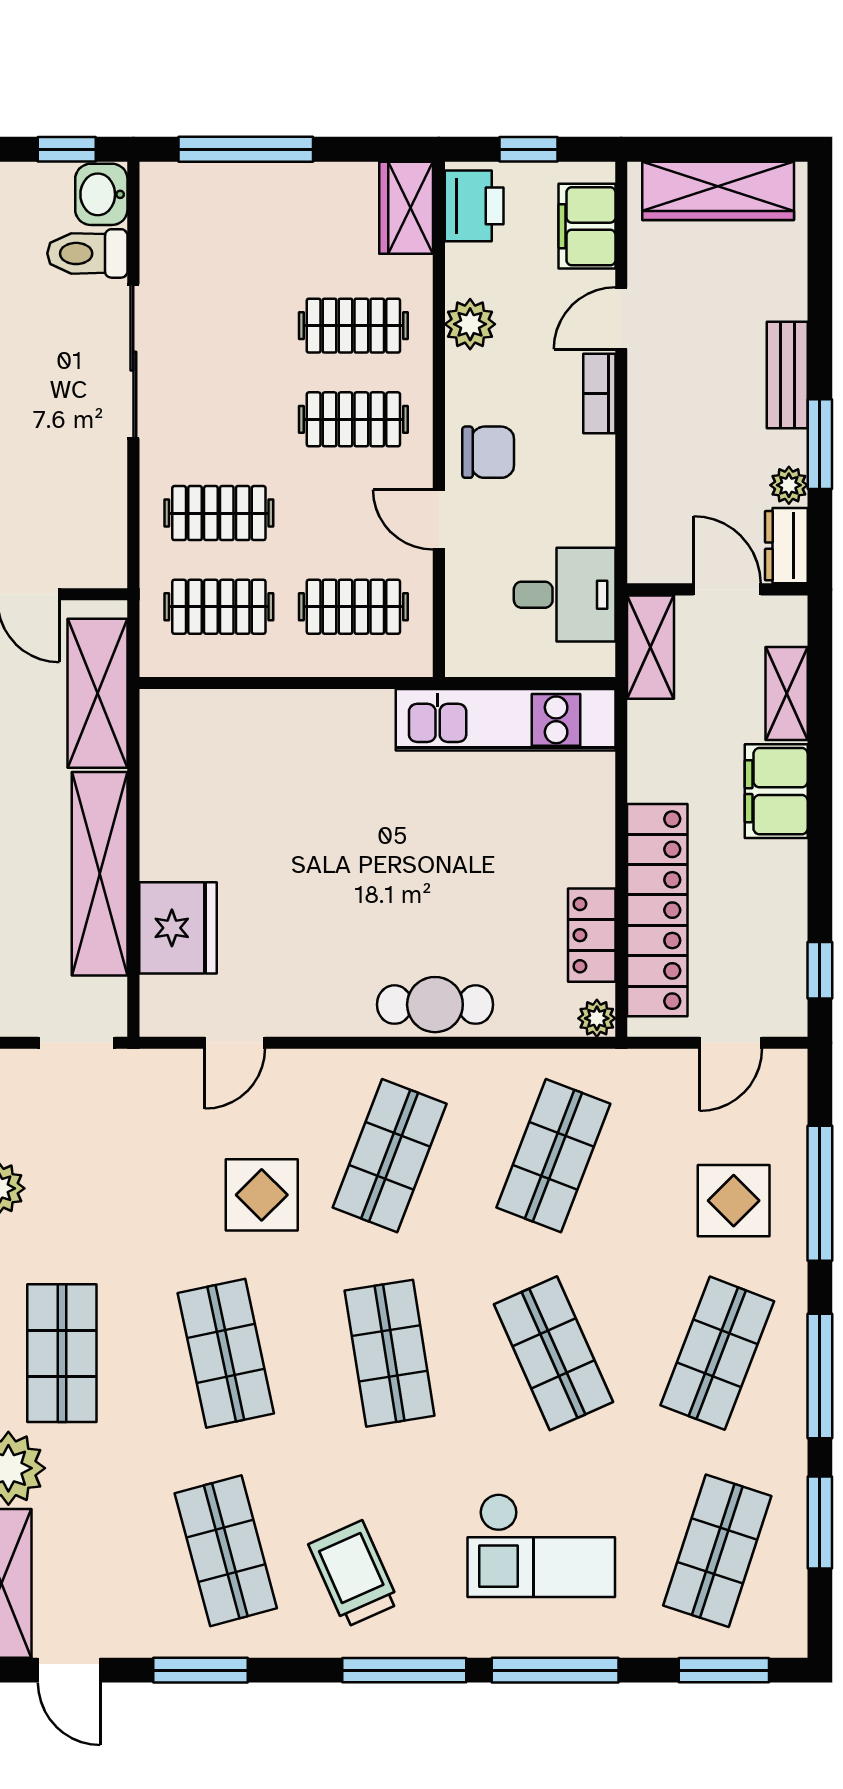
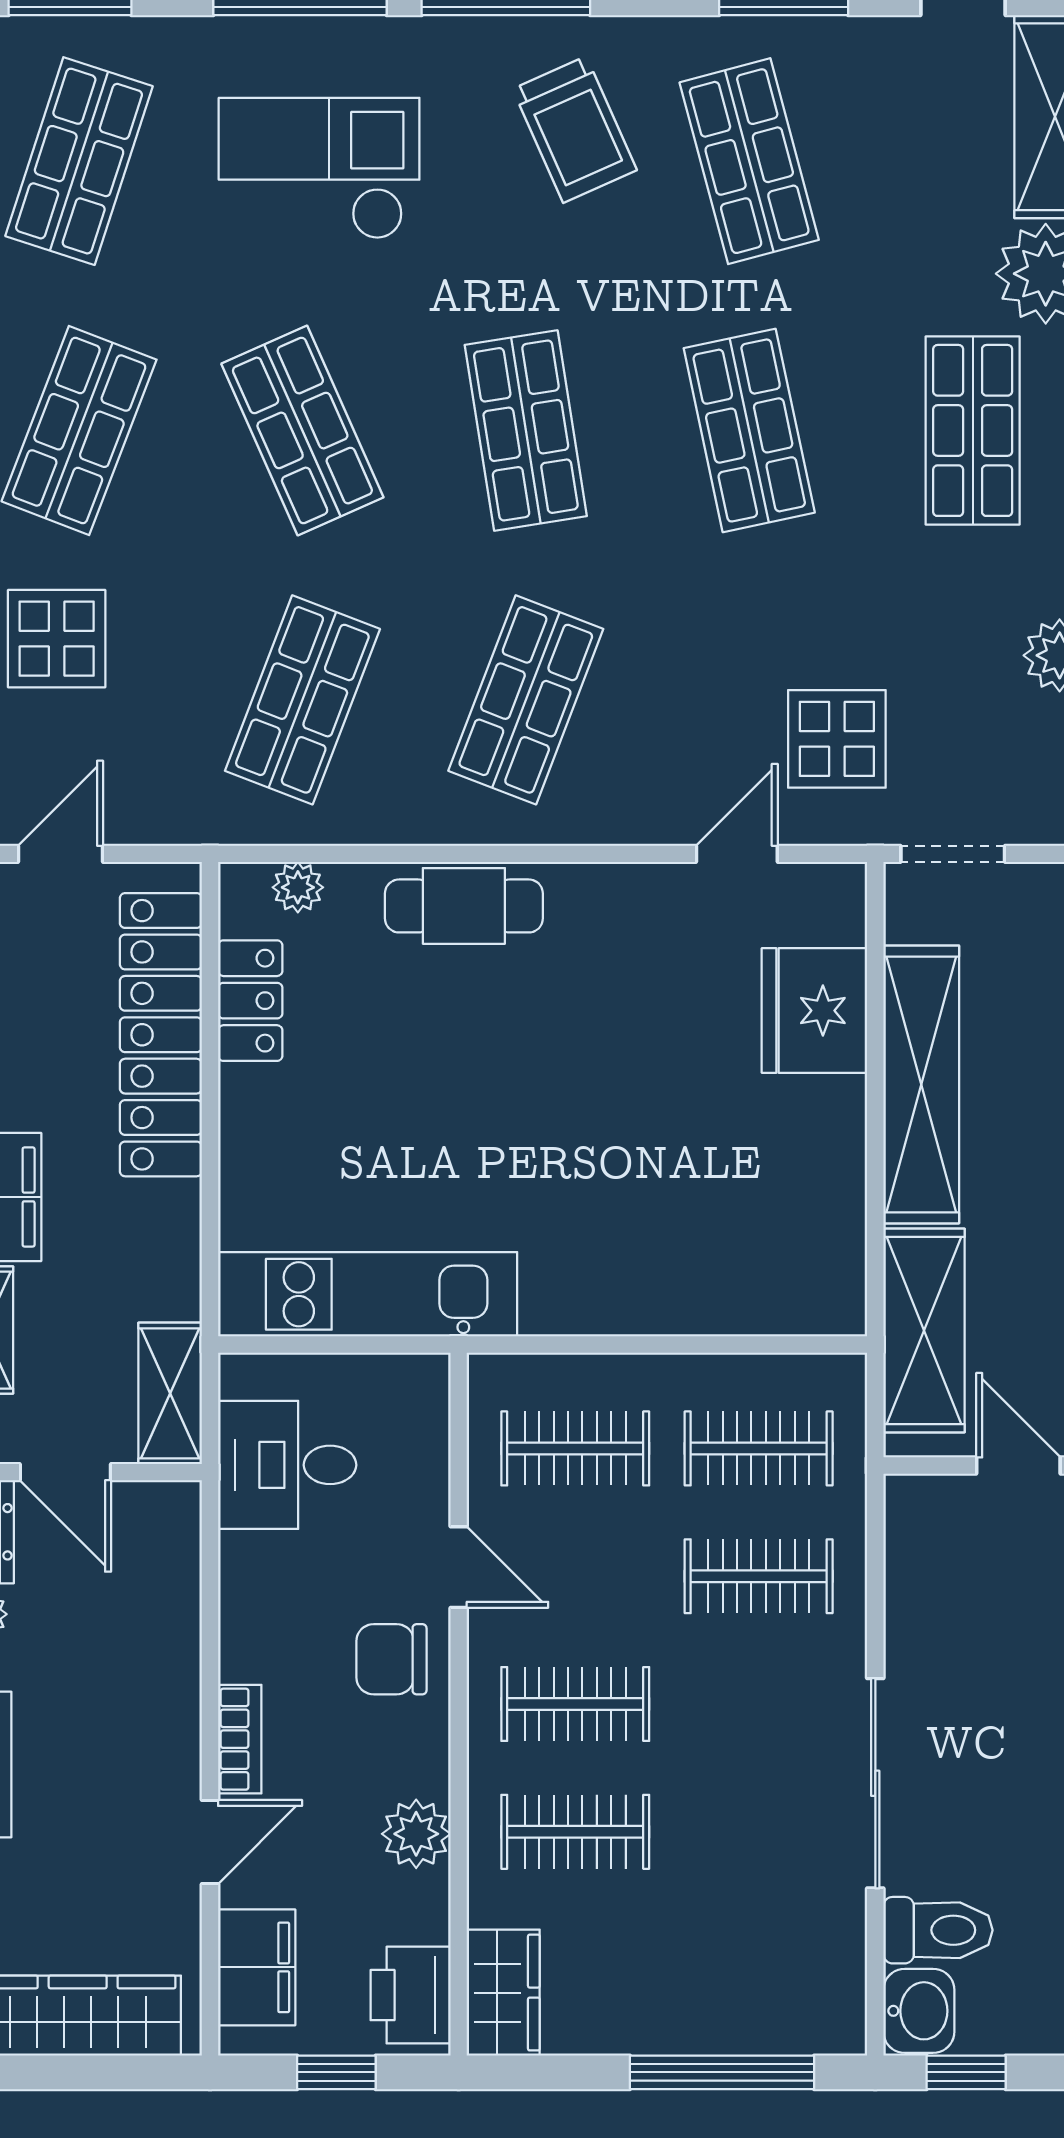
plant: (597, 1018) -> (298, 887), moved
display table: (262, 1195) -> (837, 739), moved

